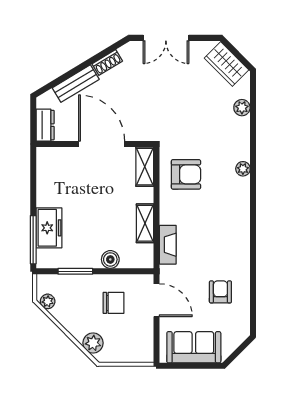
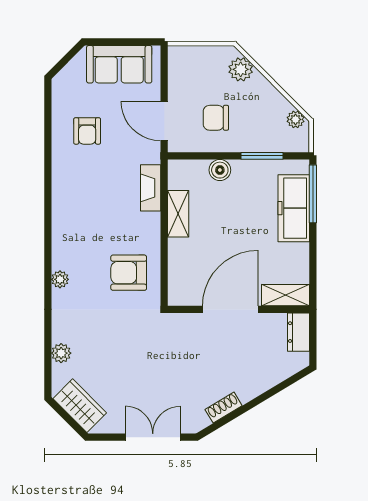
bench: (76, 84) -> (262, 382), removed
door: (102, 144) -> (230, 309), swing flipped
shelving: (145, 167) -> (286, 295), moved, turned 90
freezer: (49, 228) -> (294, 208), width x1.40

